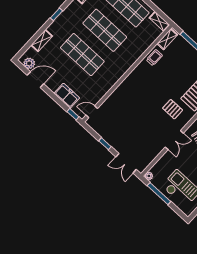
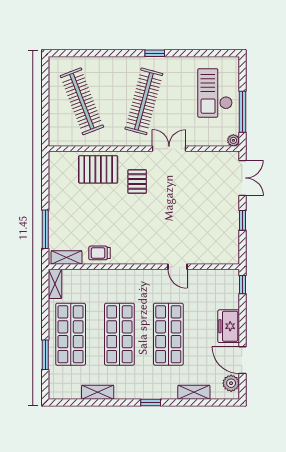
freezer: (67, 96) -> (229, 326), moved
door: (92, 112) -> (177, 267), moved

